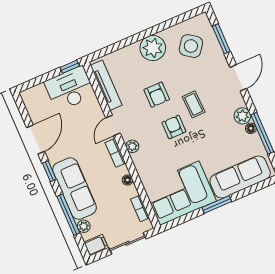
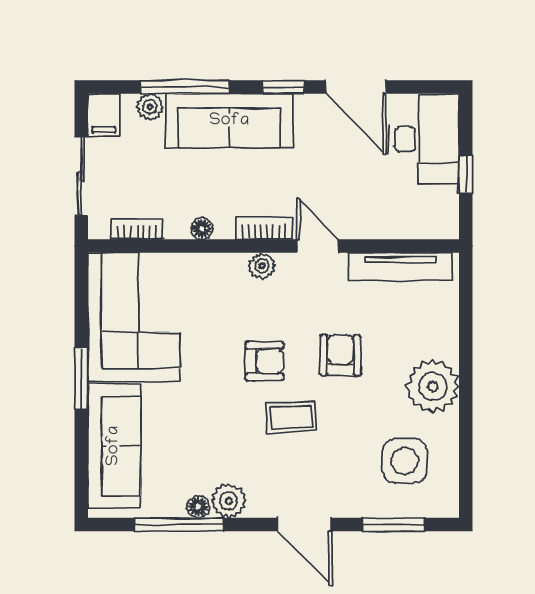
side table: (191, 46) -> (405, 461), turned -36
window: (70, 67) -> (466, 174), moved
desk: (70, 89) -> (424, 139), moved
armchair: (157, 95) -> (340, 355), turned 90

